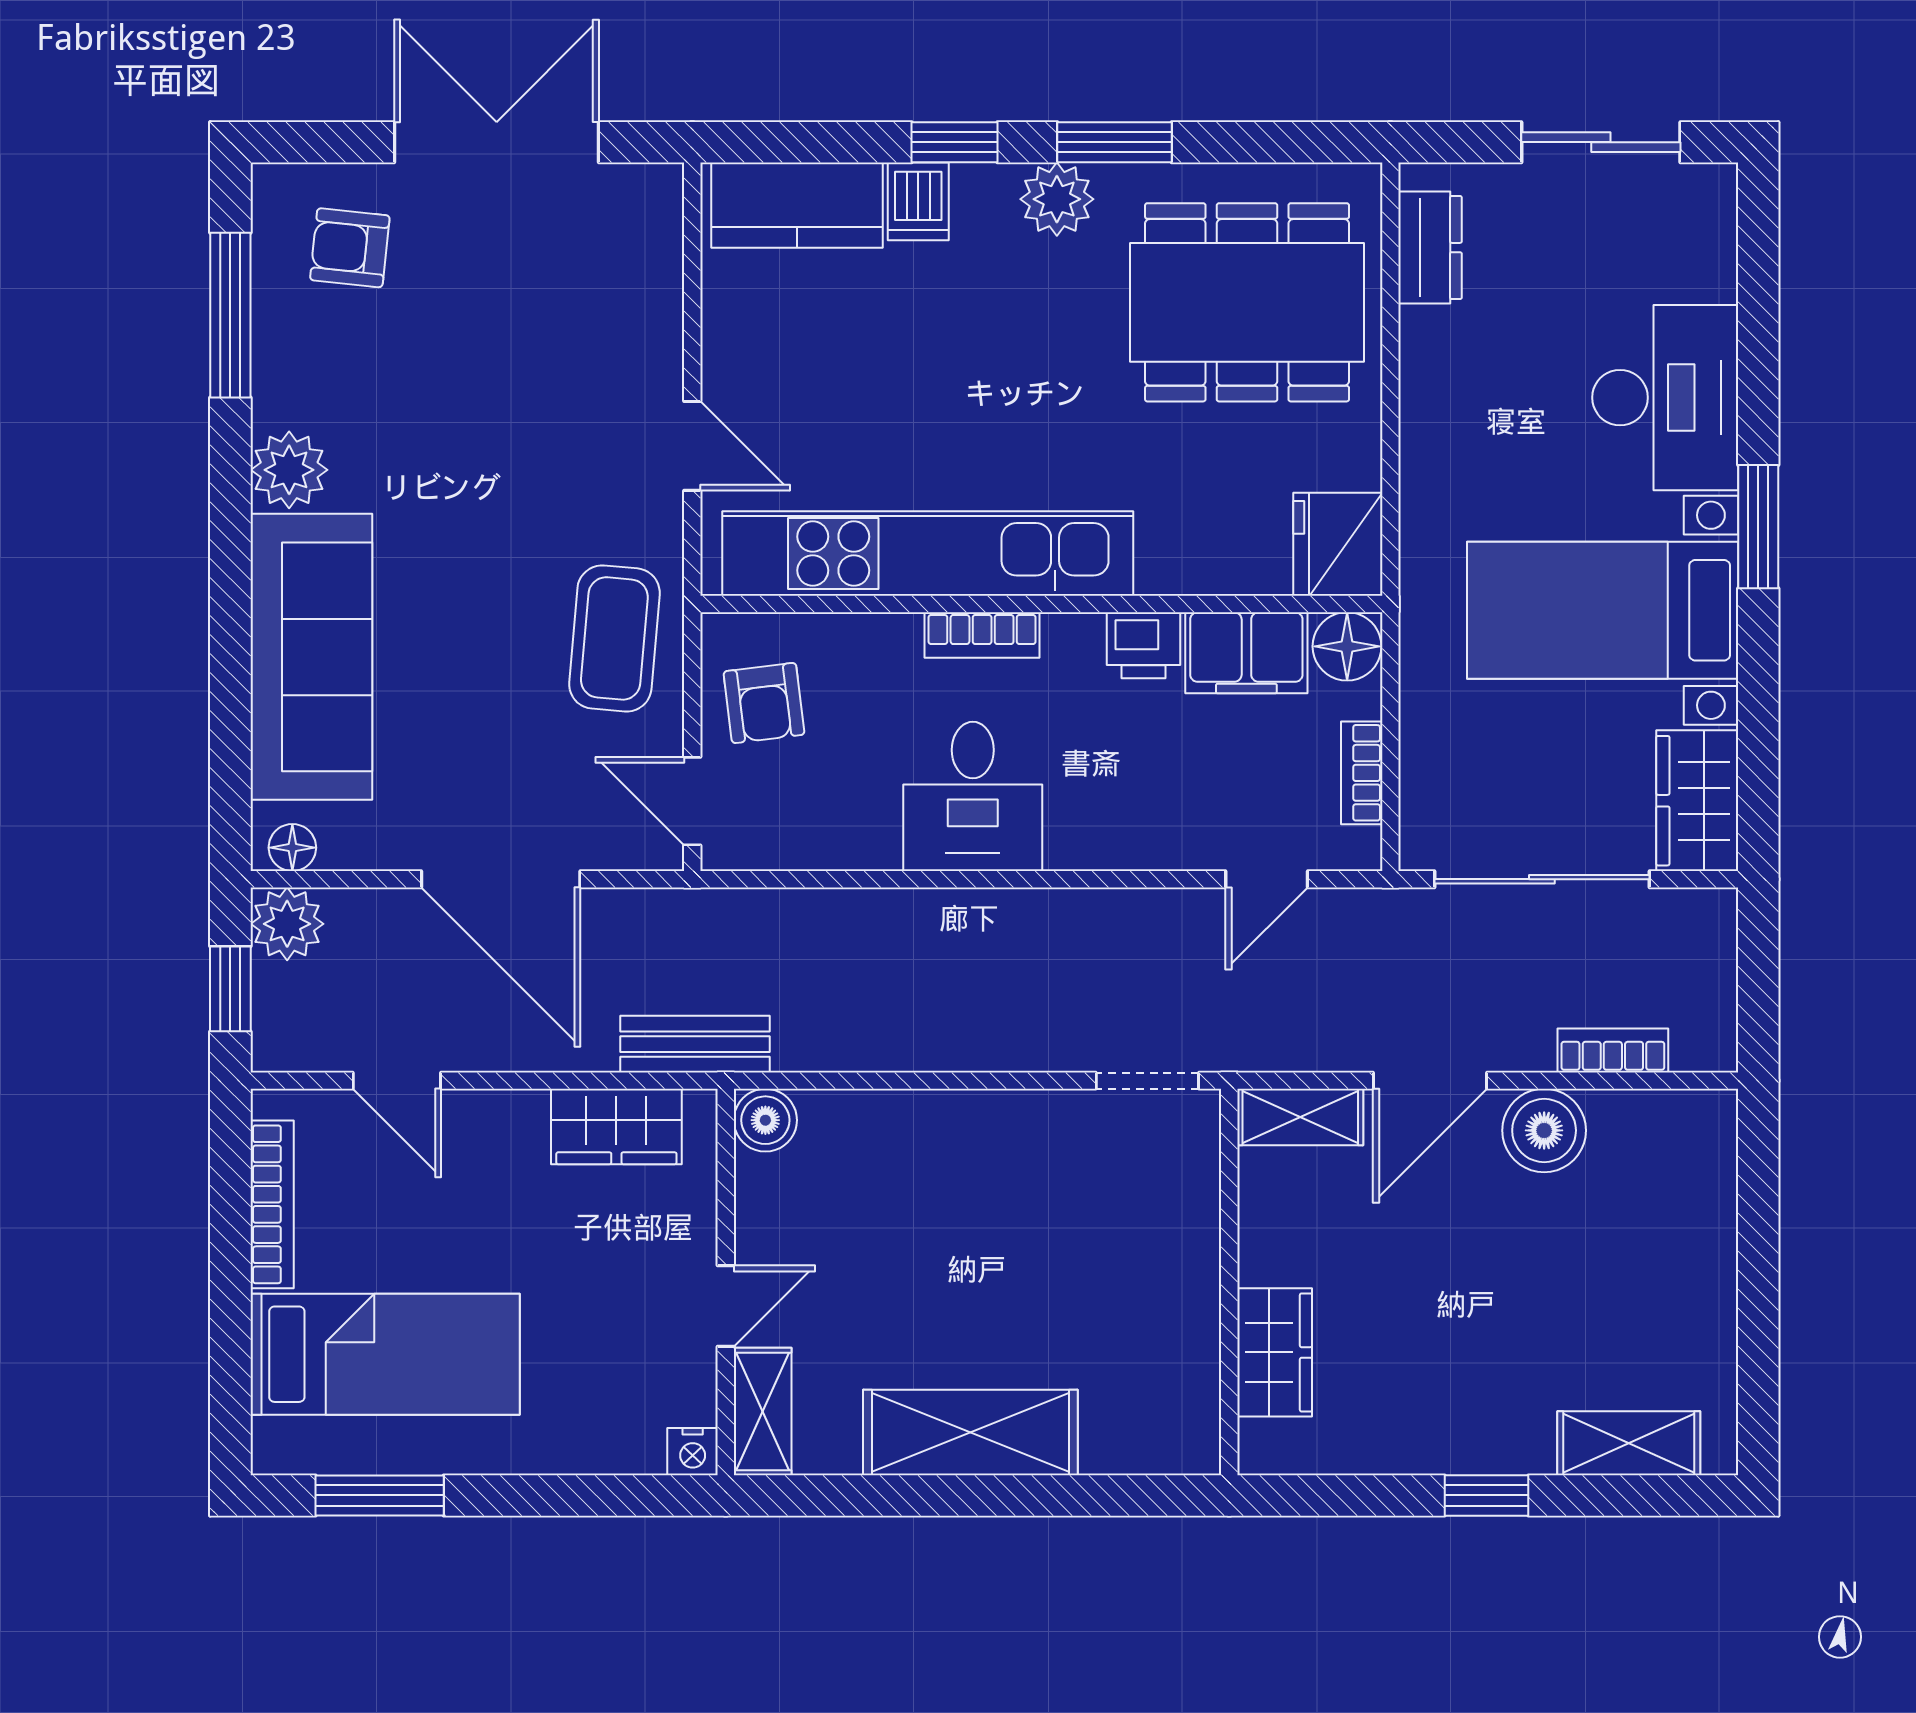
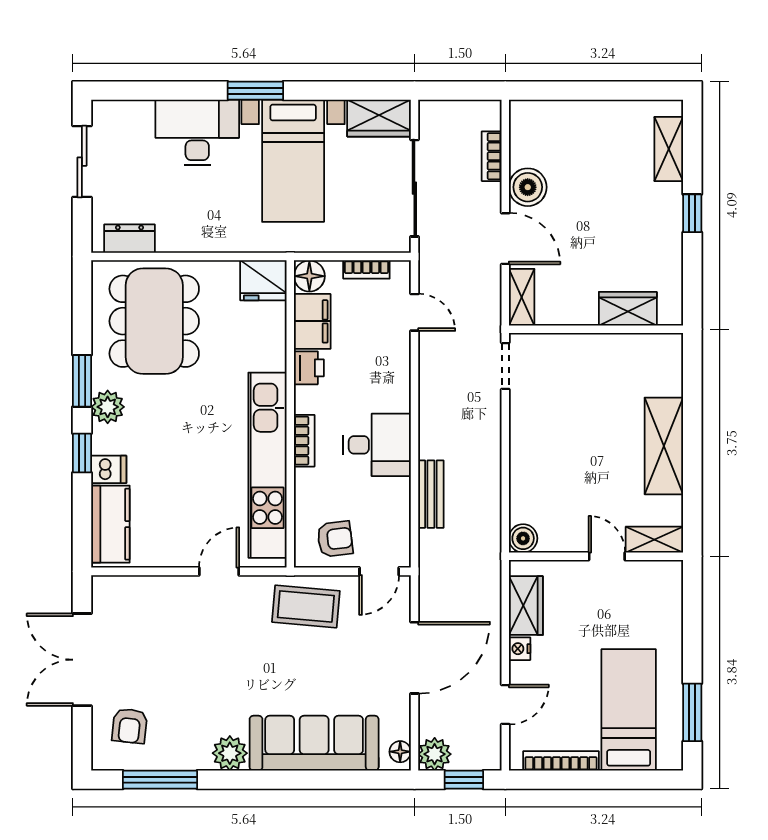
bench: (695, 1044) -> (431, 494), moved
nightstand: (693, 1452) -> (520, 649), moved, turned 180

